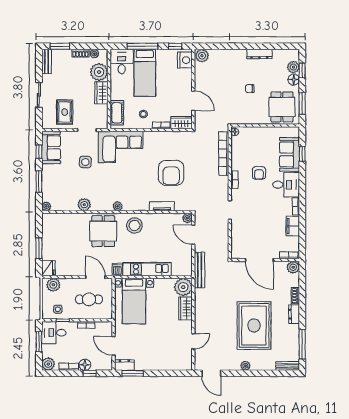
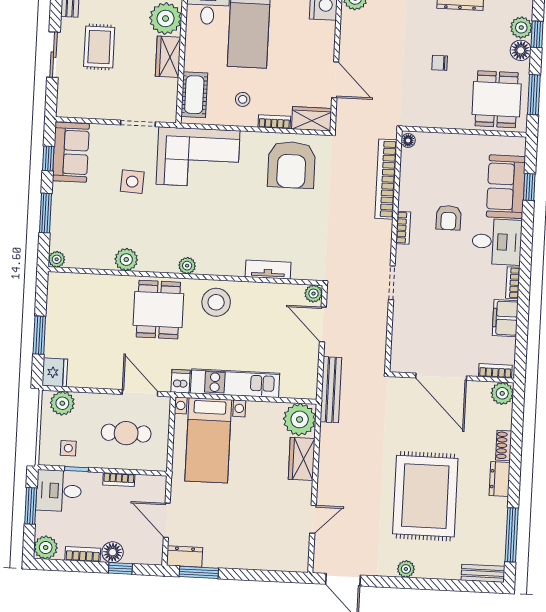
rug: (65, 112) -> (99, 47), moved
armchair: (171, 173) -> (292, 165), moved

